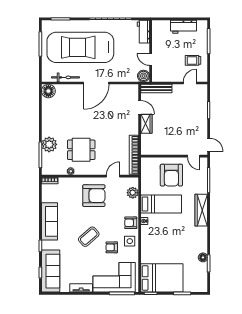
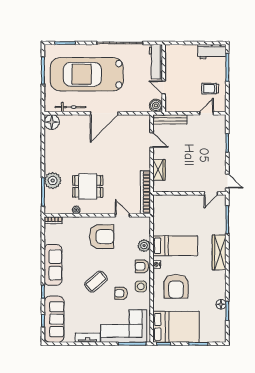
workbench: (184, 27) -> (212, 52), moved
workbench: (143, 32) -> (156, 62), width x1.38
wardrobe: (146, 124) -> (159, 170), moved
door: (194, 156) -> (211, 193), hinge flipped
armchair: (171, 175) -> (176, 286), moved
door: (113, 176) -> (122, 215), hinge flipped
plant: (133, 193) -> (144, 246), moved

